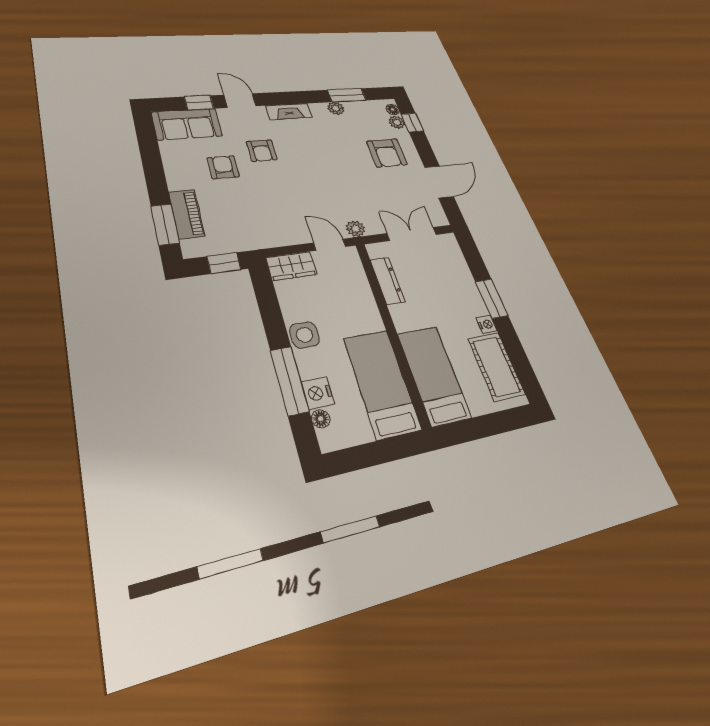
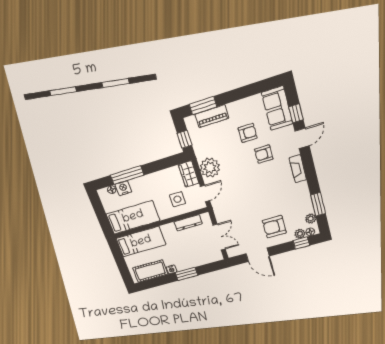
plant: (336, 108) -> (311, 219), moved
plant: (356, 229) -> (210, 168), moved, width x1.87, depth x1.87
side table: (304, 335) -> (177, 199), moved

